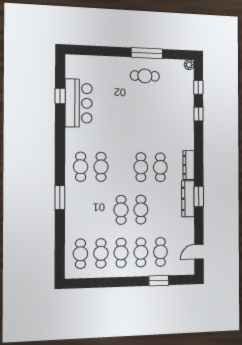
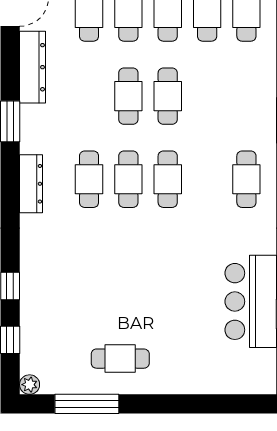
window: (147, 53) -> (87, 404), moved
cafe table: (101, 167) -> (168, 179), moved
dresser: (188, 199) -> (32, 67), moved

